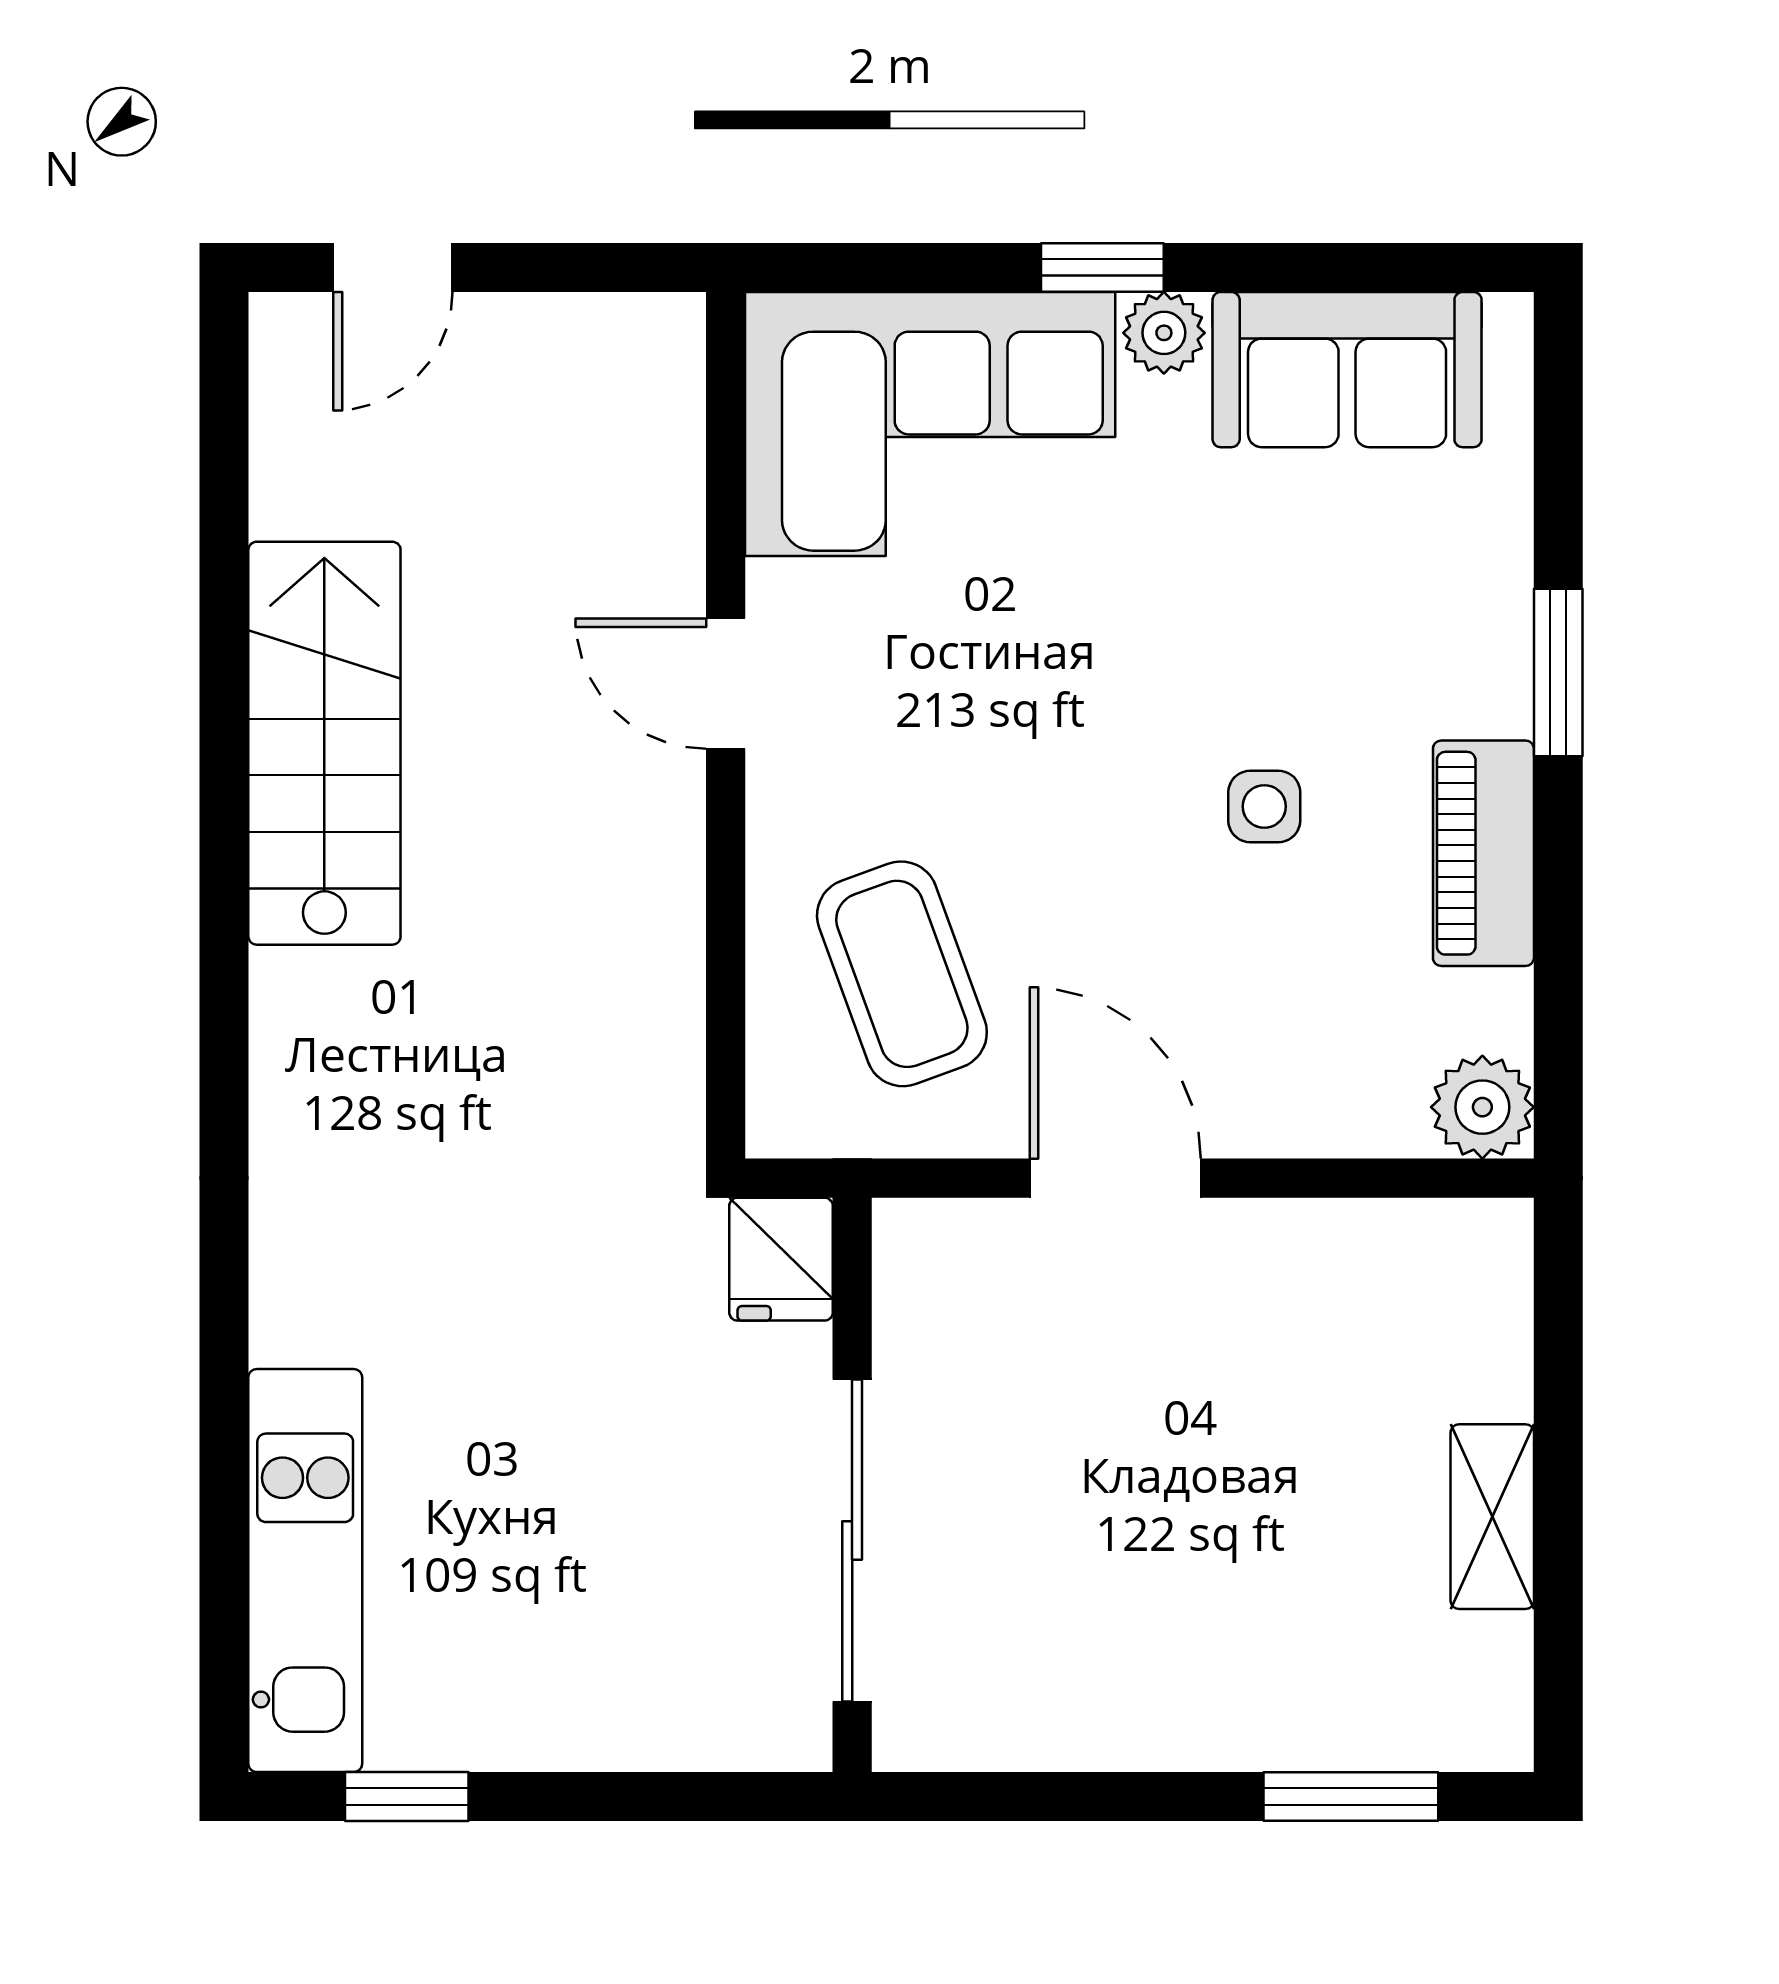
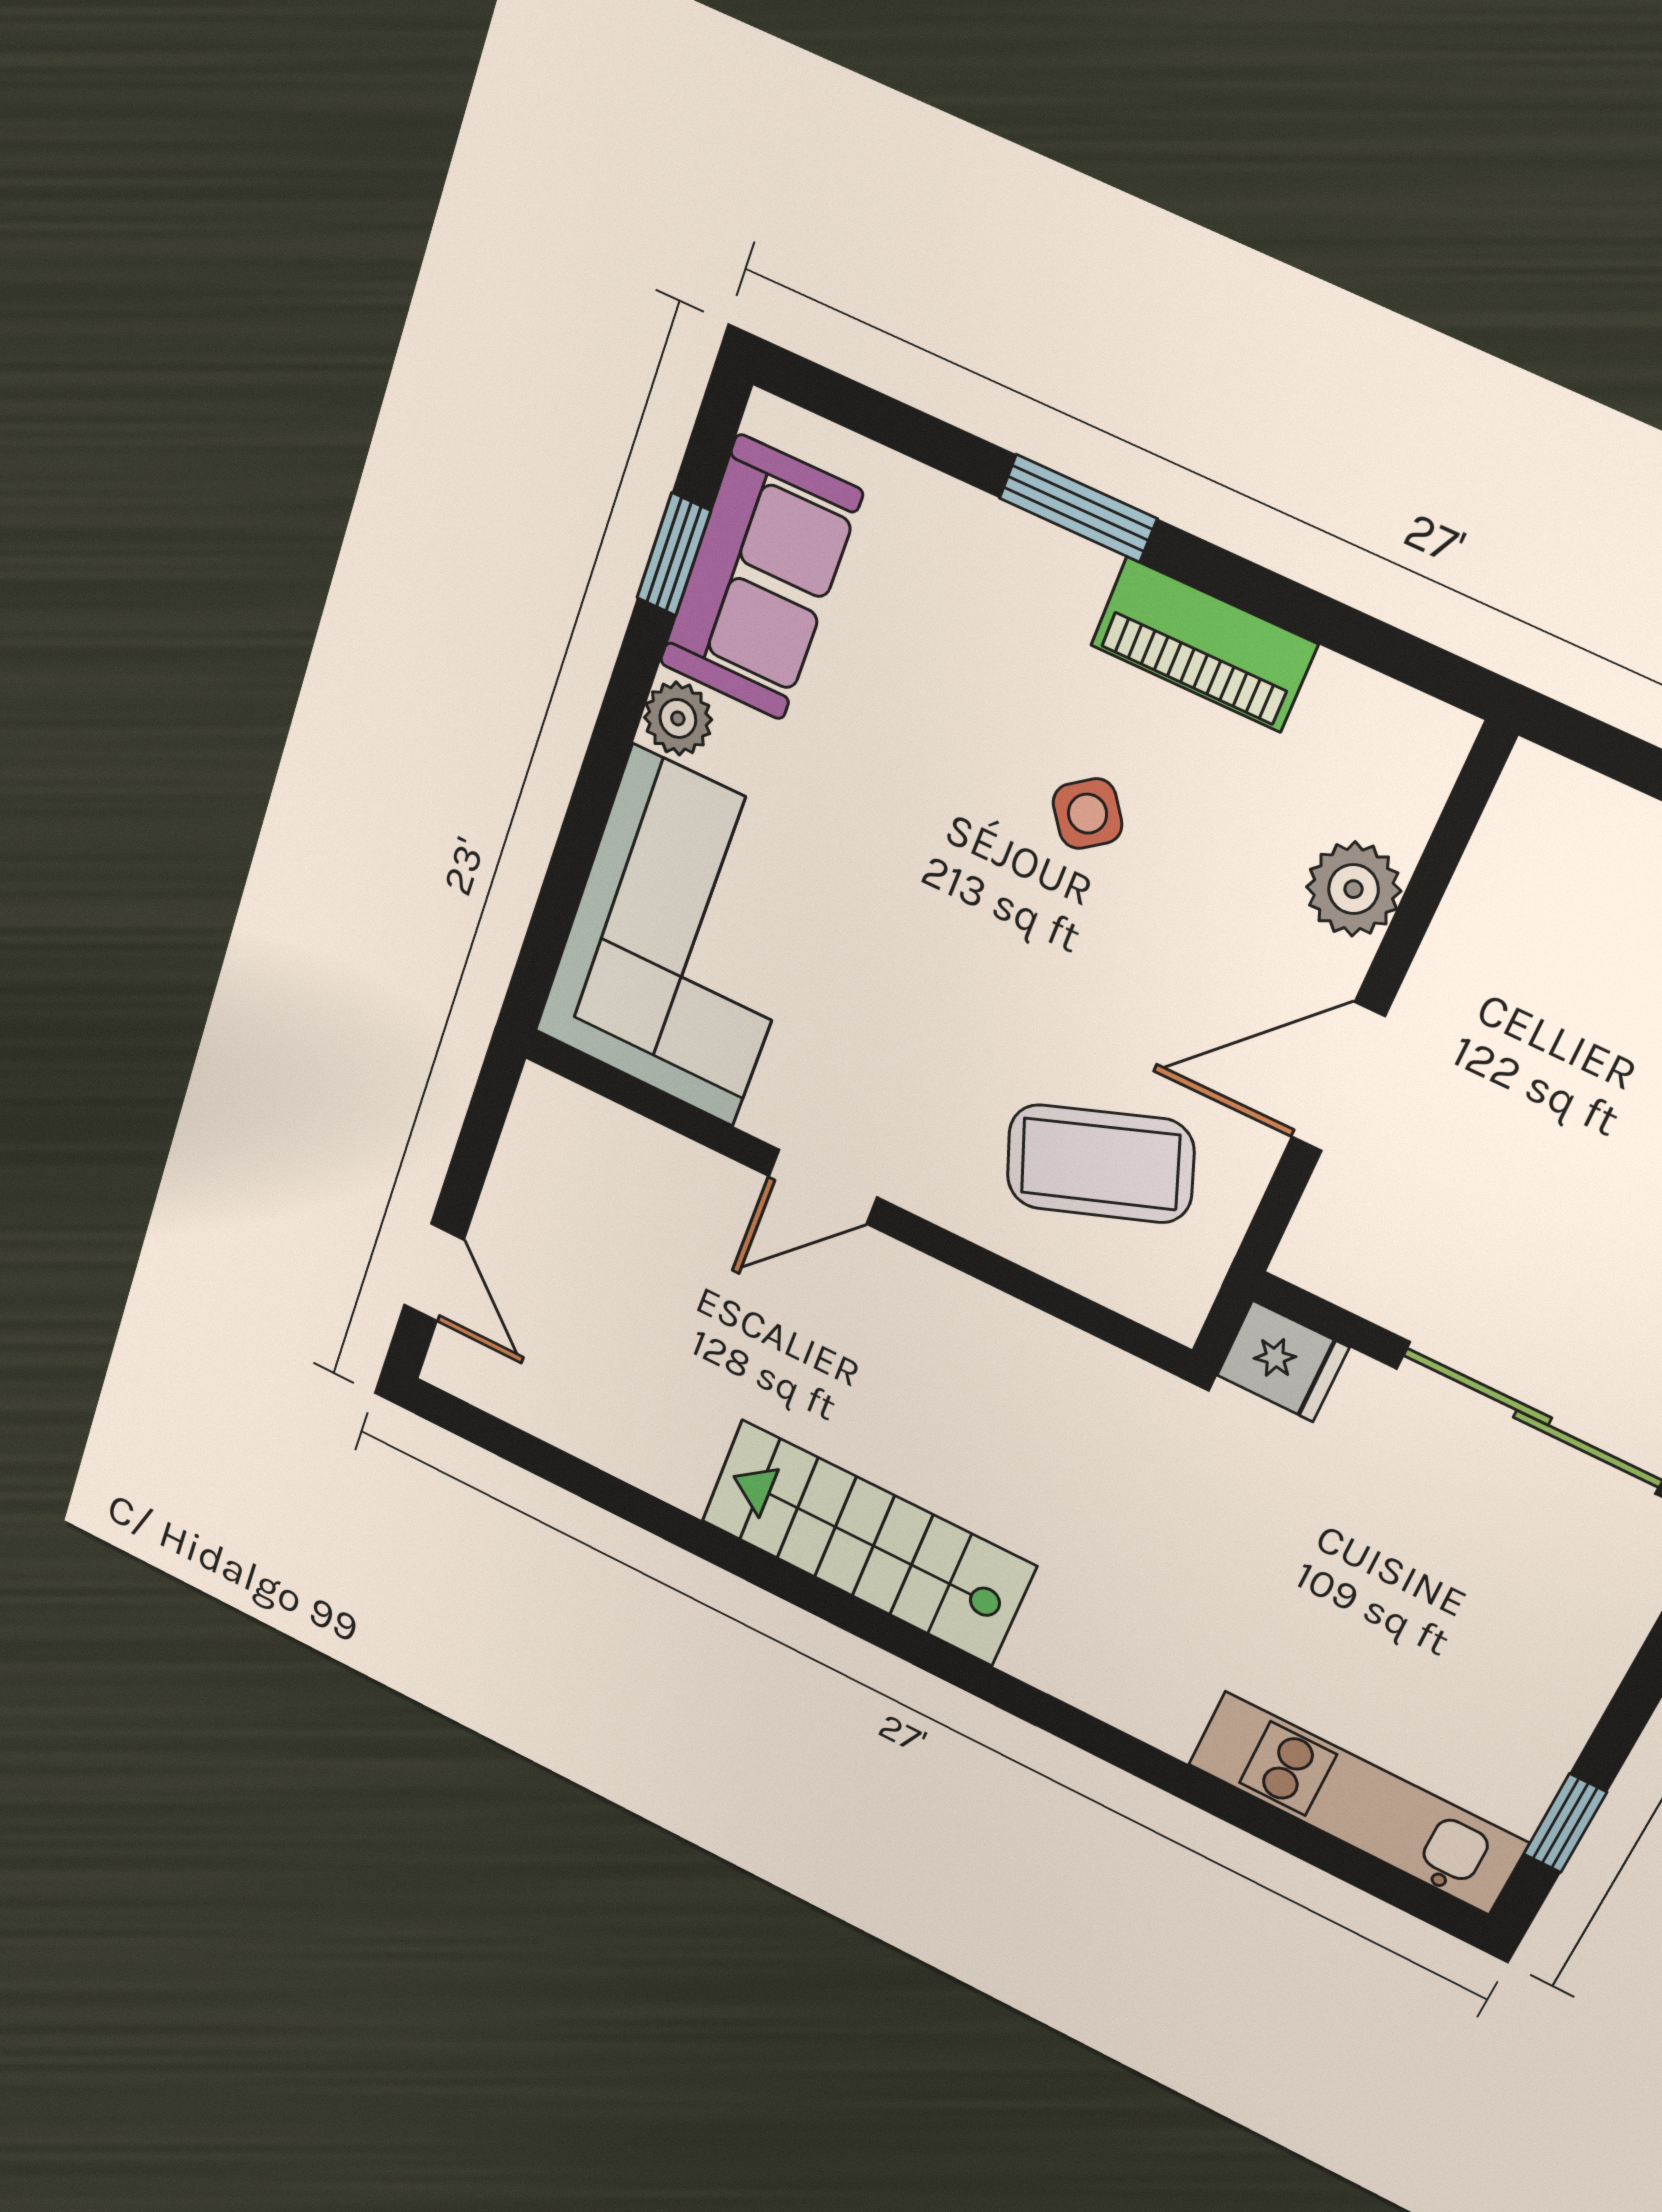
window: (1102, 268) -> (674, 554), moved
stairs: (324, 743) -> (868, 1543), moved
side table: (1264, 806) -> (1087, 814), turned -36
plant: (1482, 1107) -> (1353, 889), moved

